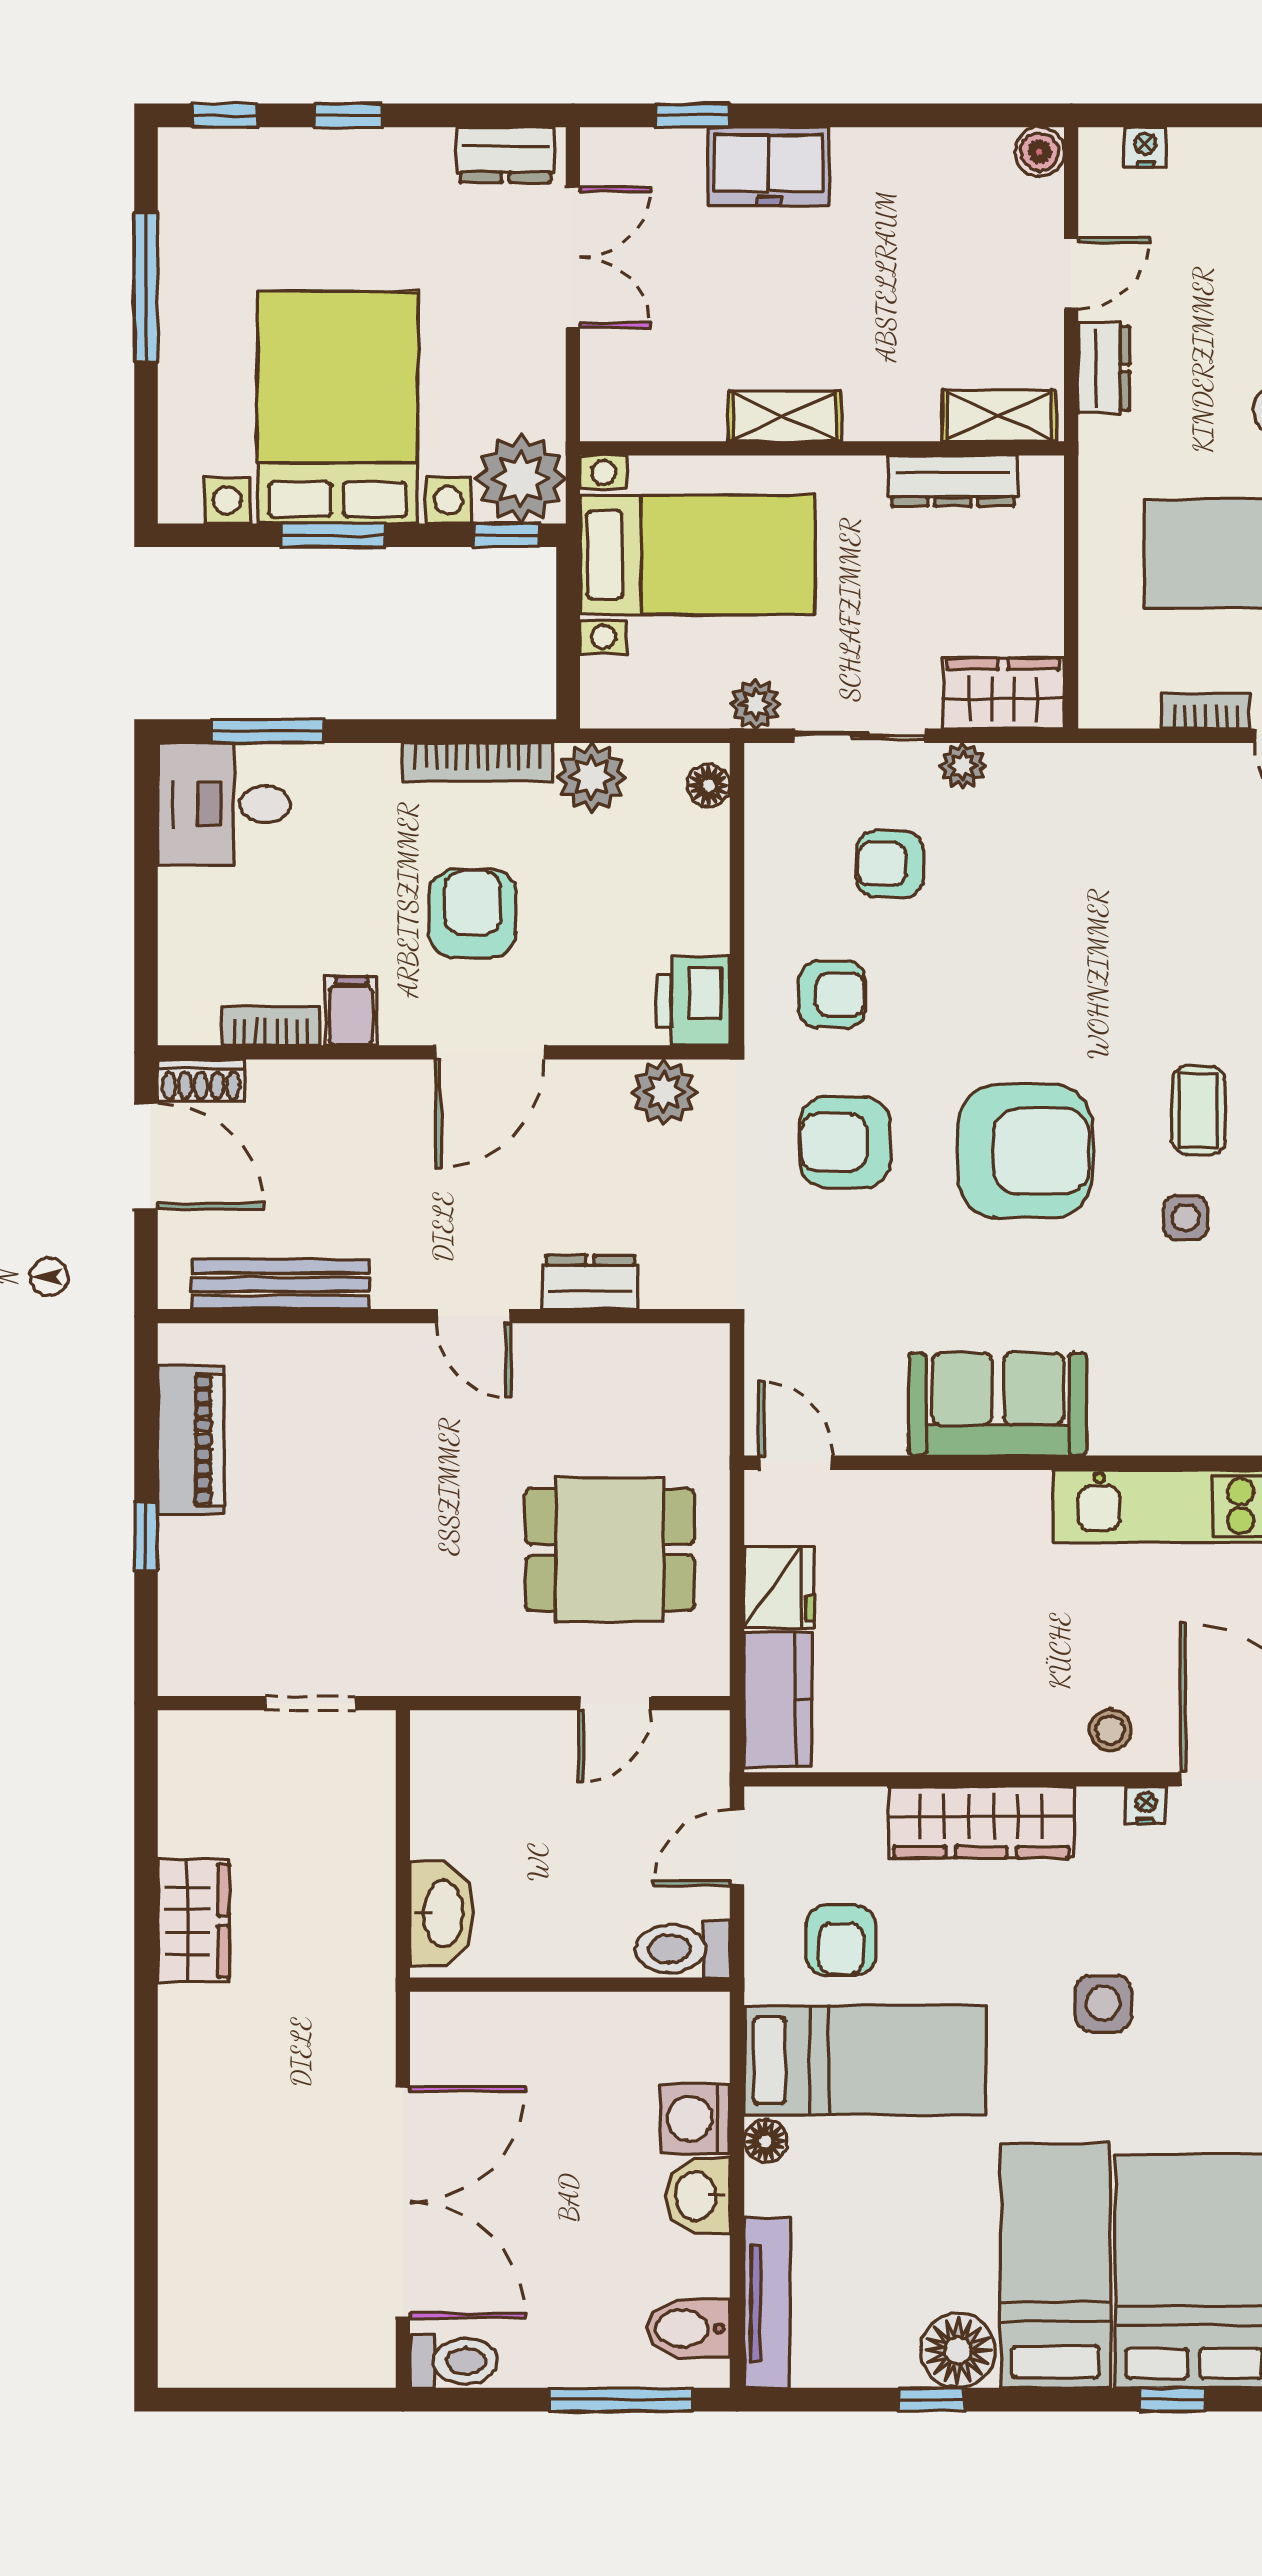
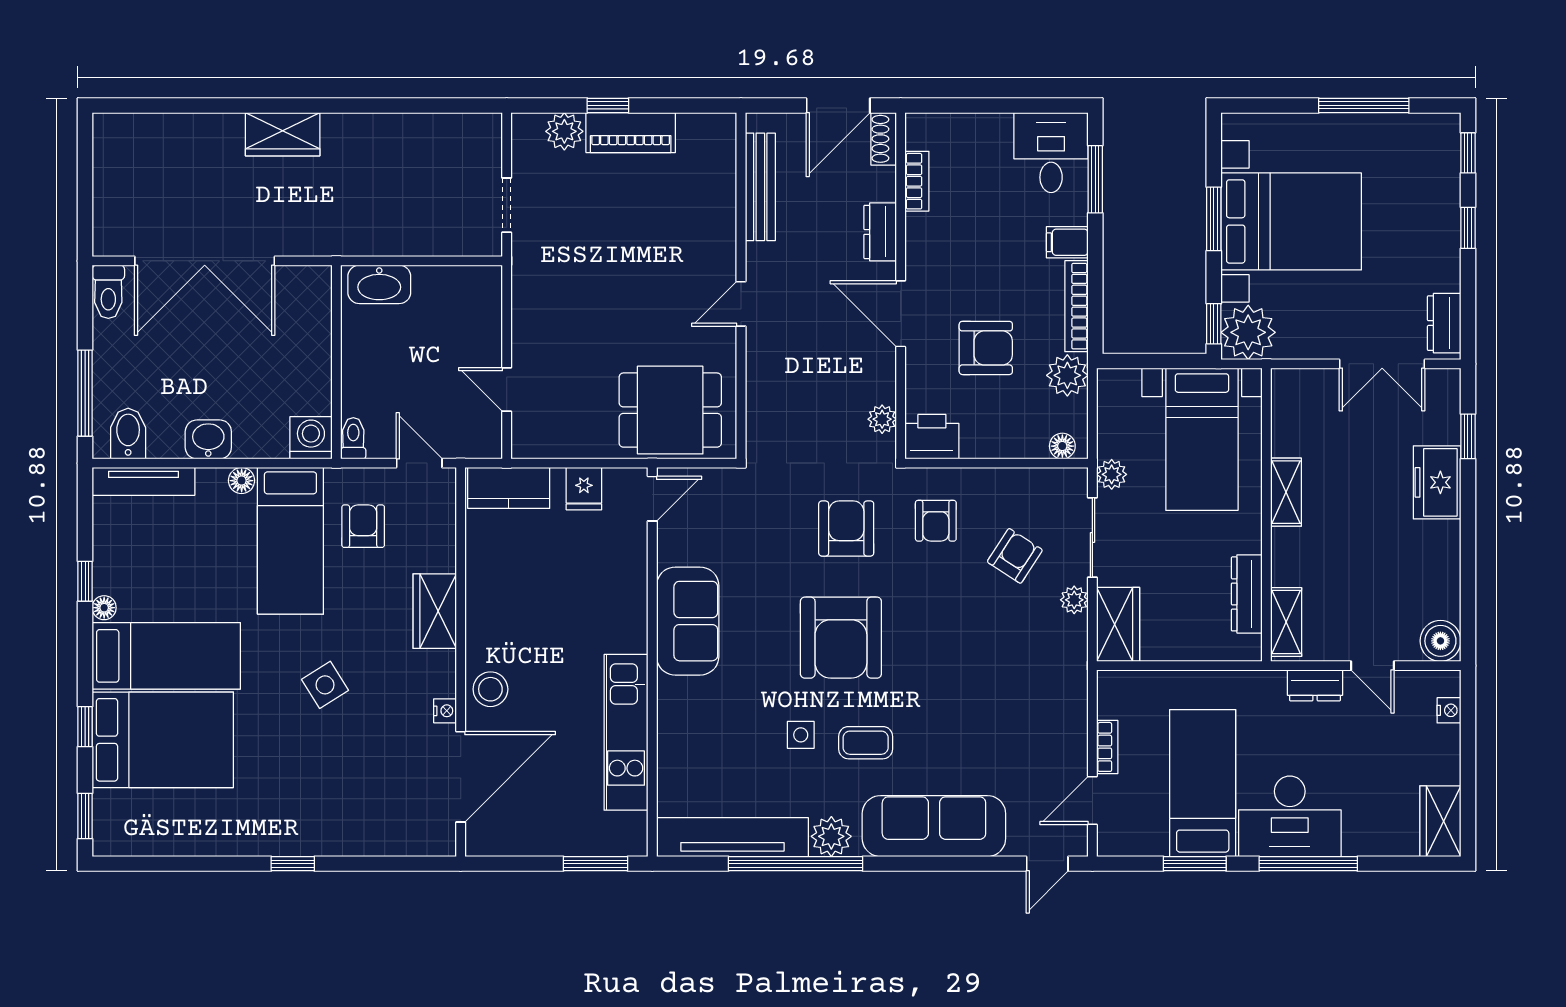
boiler: (1039, 152) -> (1440, 641), width x1.36, depth x1.36
armchair: (890, 864) -> (1015, 556), turned 33
armchair: (473, 913) -> (986, 348), moved
filing cabinet: (351, 1011) -> (1067, 242), moved, turned 180
plant: (664, 1092) -> (882, 419), width x0.73, depth x0.73
dresser: (590, 1282) -> (880, 232), moved, turned 180
piano: (191, 1440) -> (631, 133), moved
dining table: (610, 1550) -> (670, 410), moved, turned 90
fridge: (779, 1587) -> (584, 489), width x0.72
plant: (189, 1608) -> (564, 131), added
stool: (1110, 1730) -> (490, 689), width x1.37, depth x1.37
wardrobe: (981, 1822) -> (435, 611), width x0.67
wardrobe: (193, 1921) -> (283, 134), moved
armchair: (841, 1940) -> (363, 526), turned 90
toilet: (683, 1949) -> (353, 438), width x0.73, depth x0.72
side table: (1103, 2003) -> (325, 685), turned -32
washing machine: (695, 2118) -> (311, 438), moved
floor lamp: (958, 2351) -> (104, 608), width x0.53, depth x0.53

